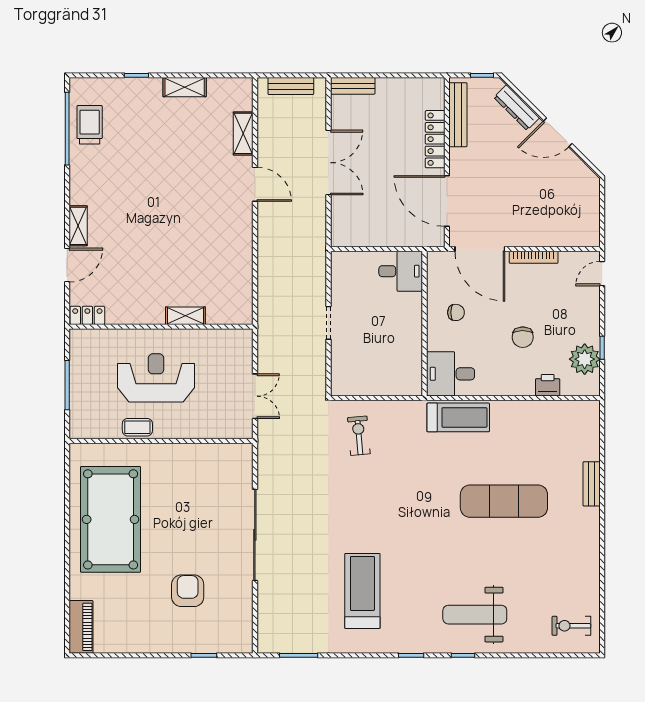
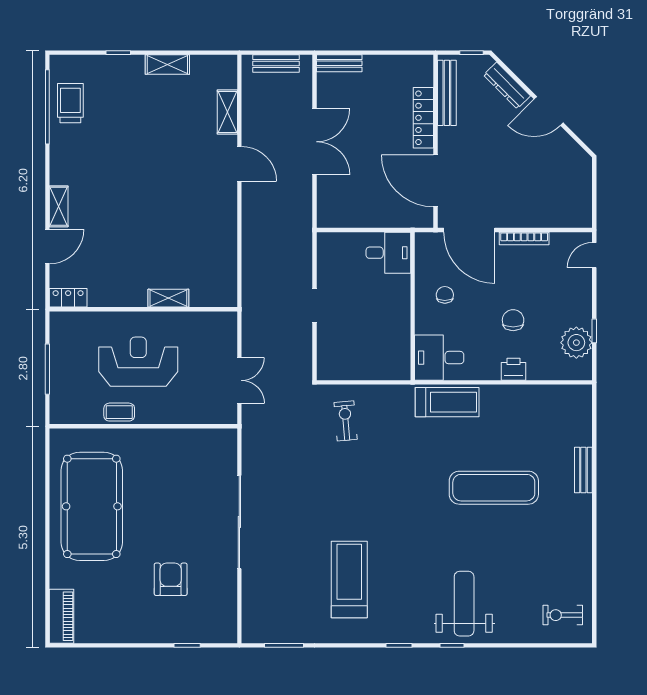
chair: (456, 312) -> (445, 295), turned -90
chair: (523, 337) -> (513, 320), turned 180
printer: (548, 385) -> (513, 369), moved
weight bench: (475, 615) -> (464, 604), turned 90

